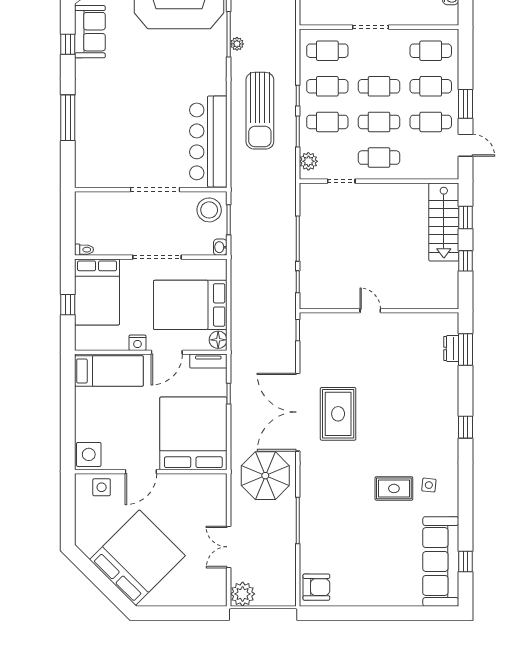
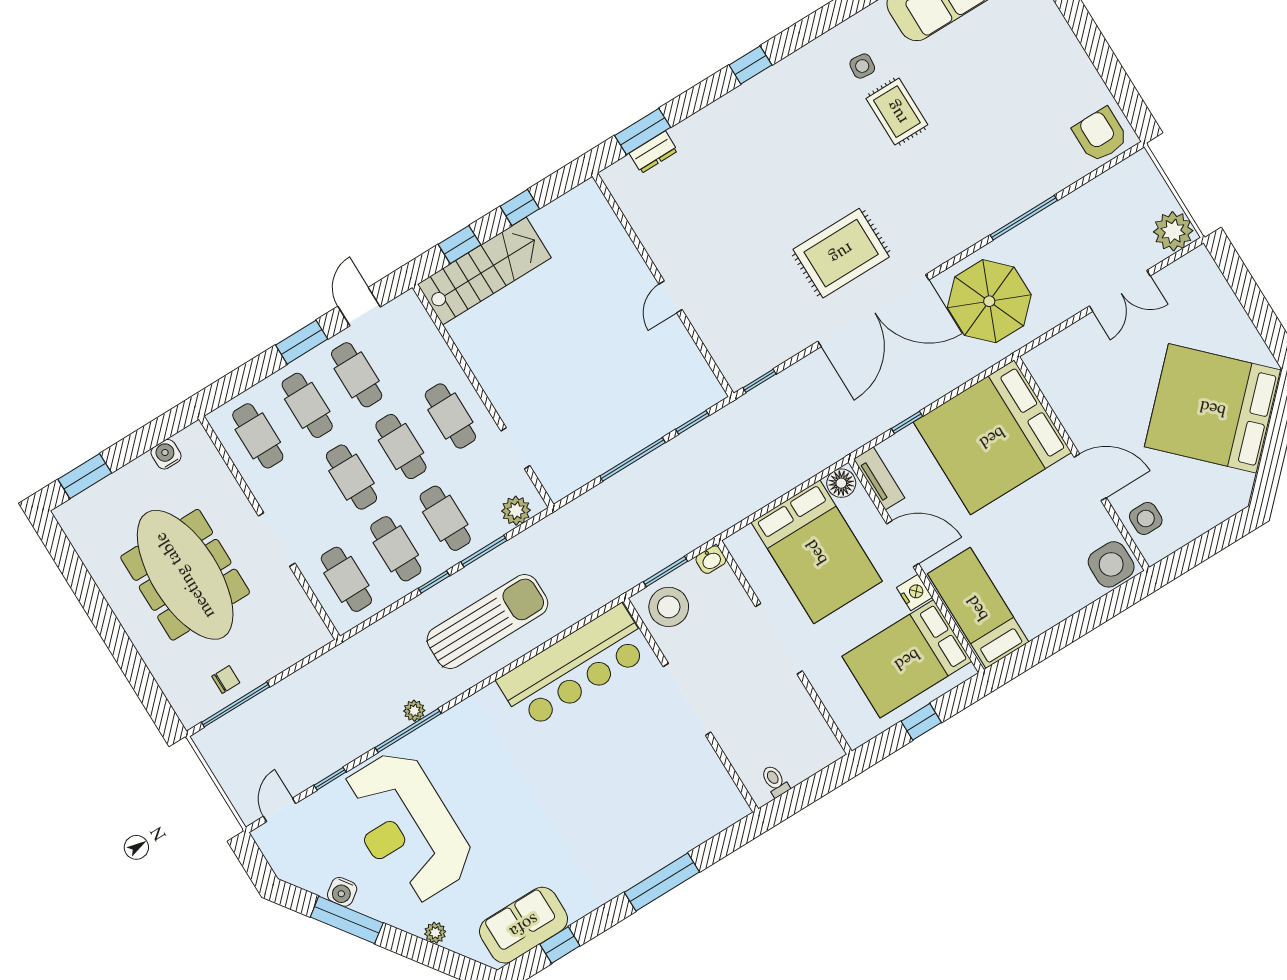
toilet: (84, 250) -> (775, 781), moved
bed: (97, 292) -> (907, 659), moved, turned 180

